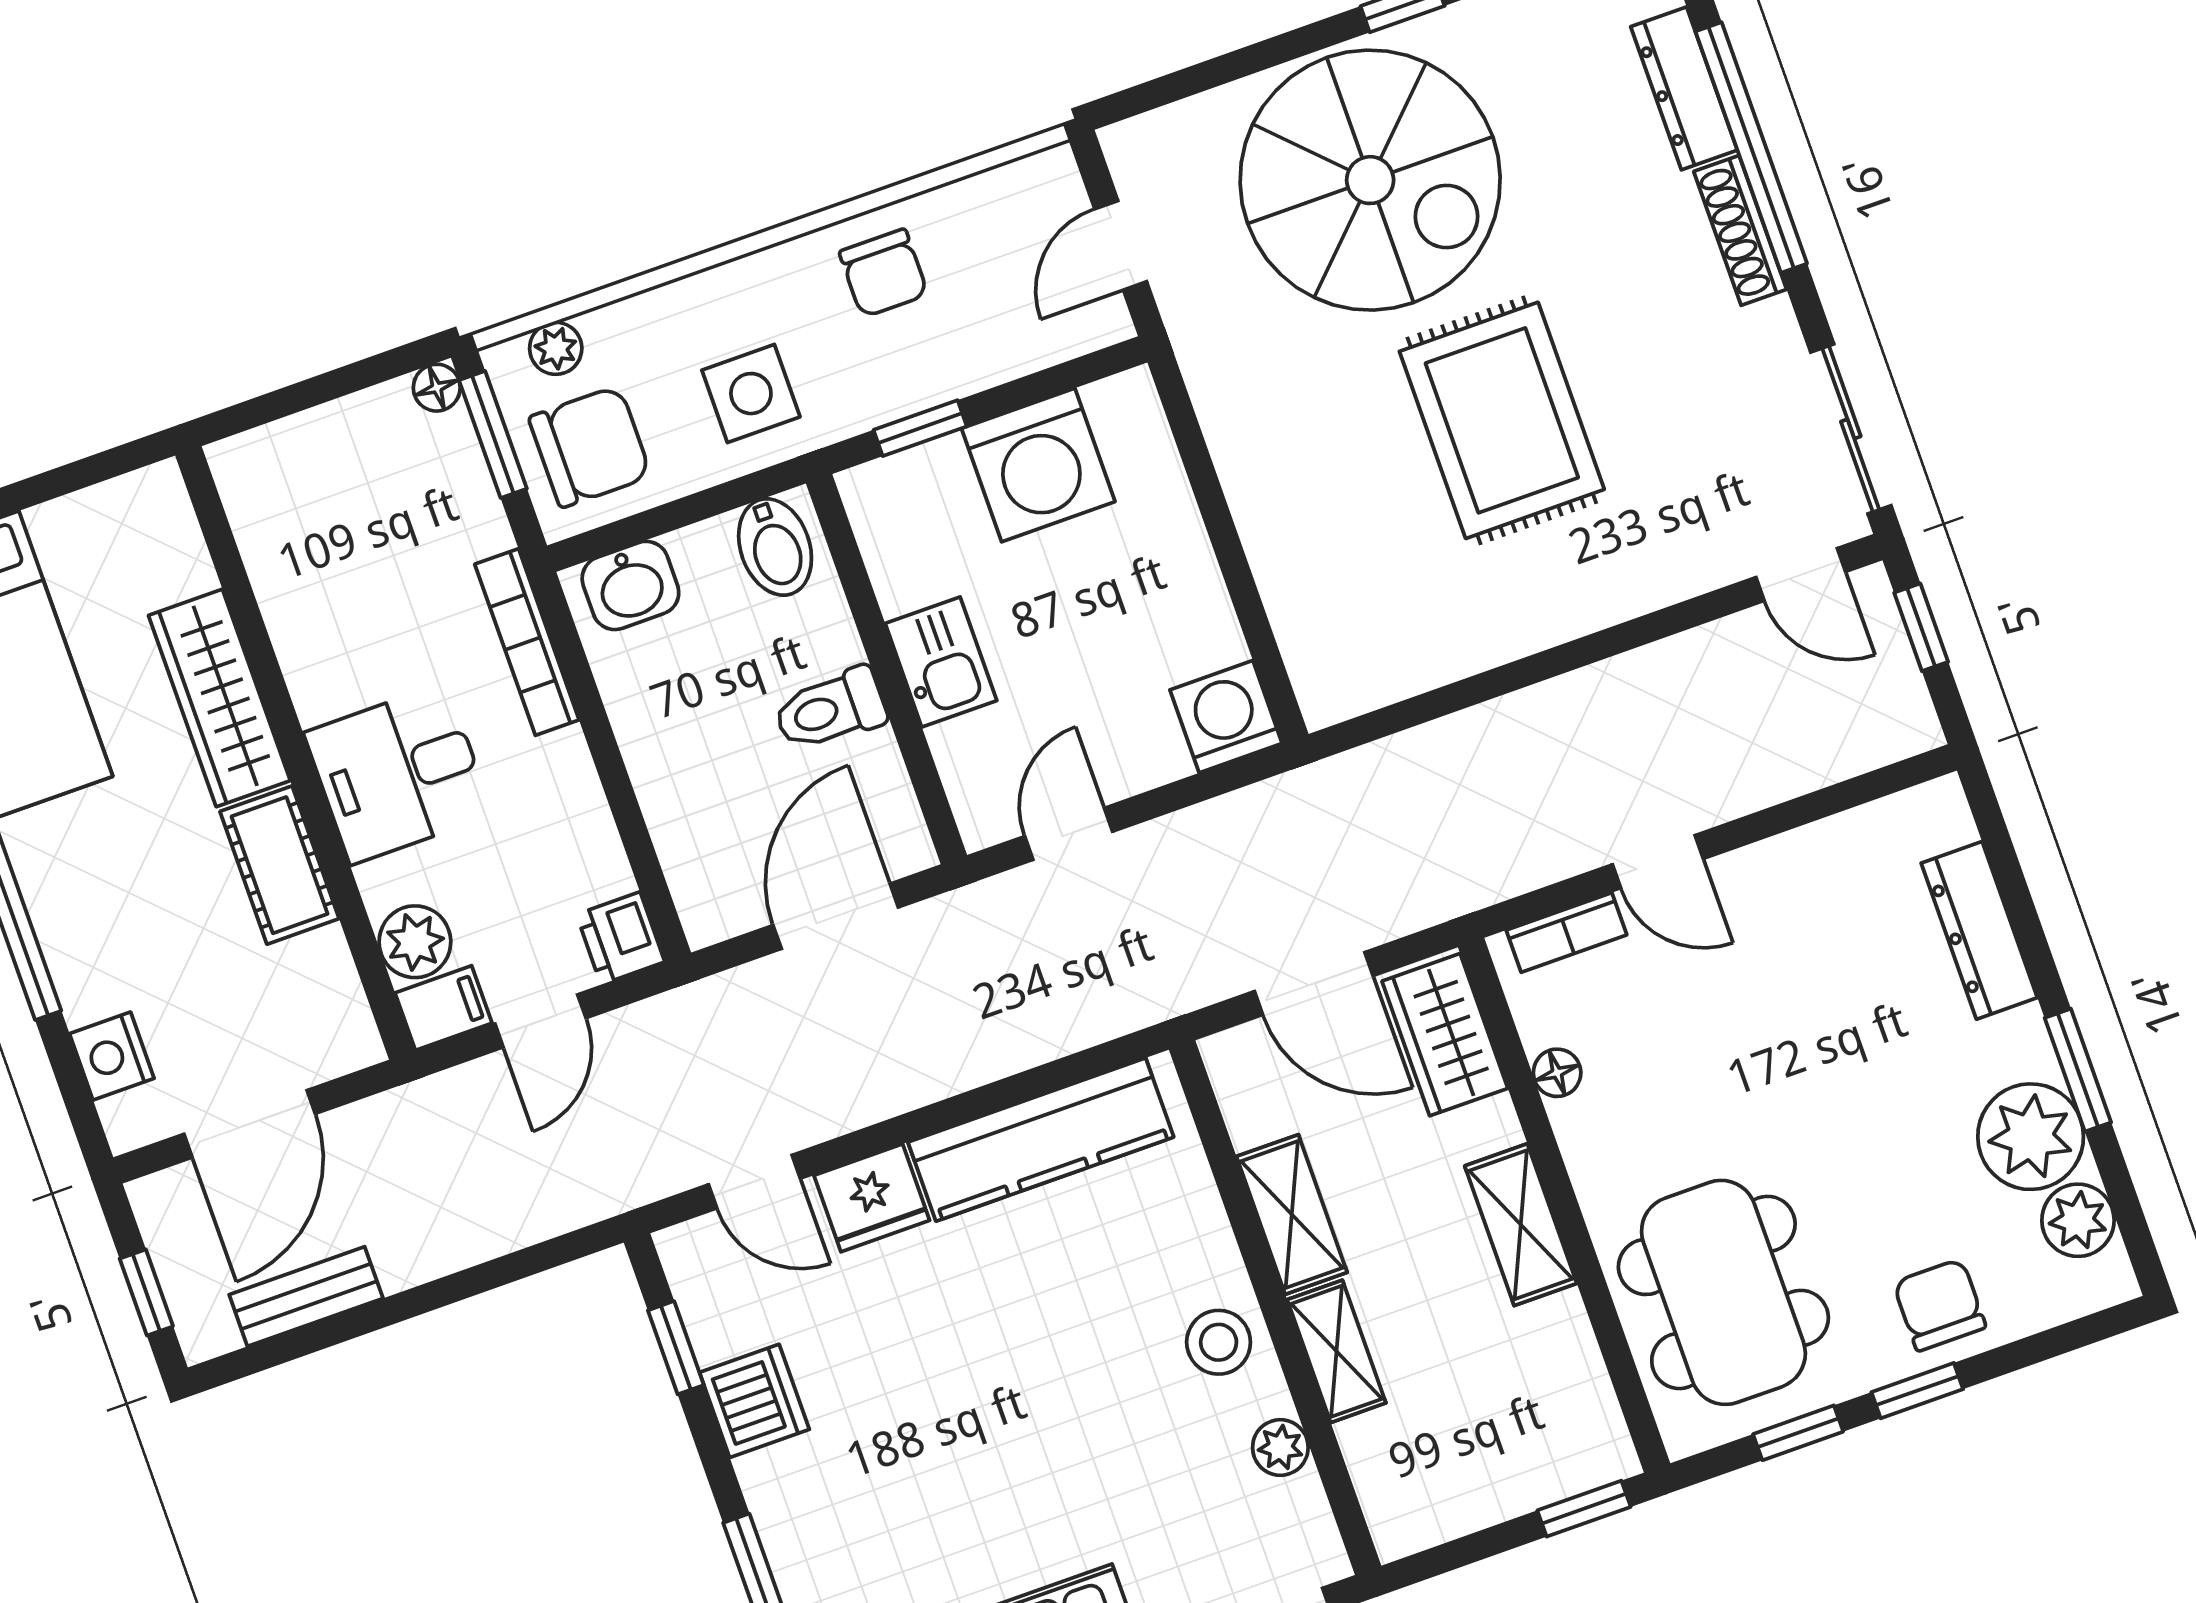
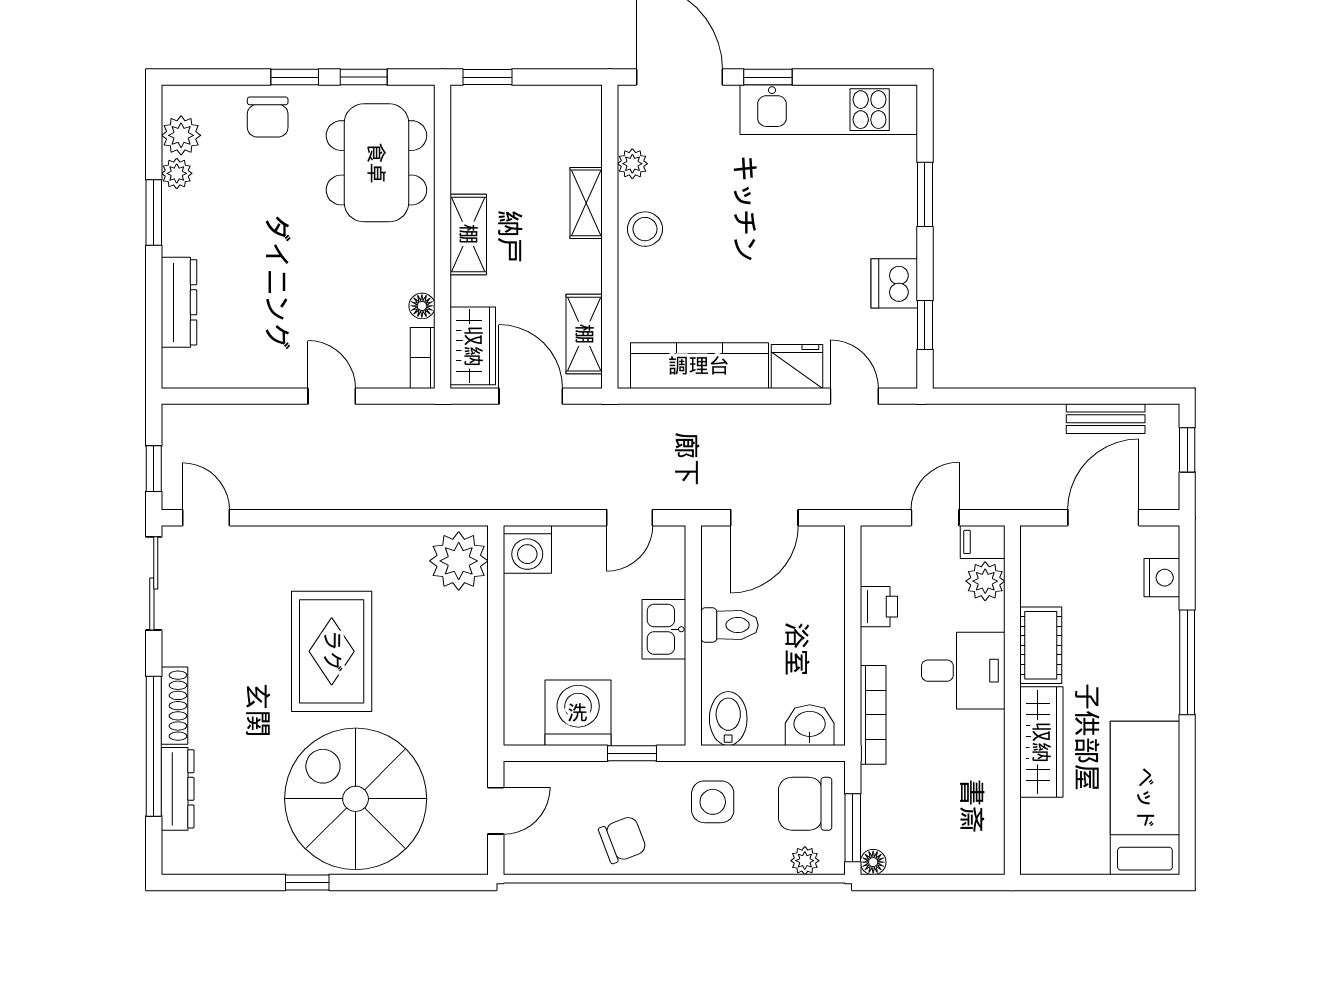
chair: (884, 273) -> (623, 840), turned 69
plant: (1338, 654) -> (459, 561), added
bookcase: (1567, 933) -> (423, 358), moved, turned -90
printer: (620, 938) -> (879, 607), moved
plant: (2031, 1137) -> (177, 173), width x0.53, depth x0.53
shelving: (1292, 1214) -> (584, 334), moved

